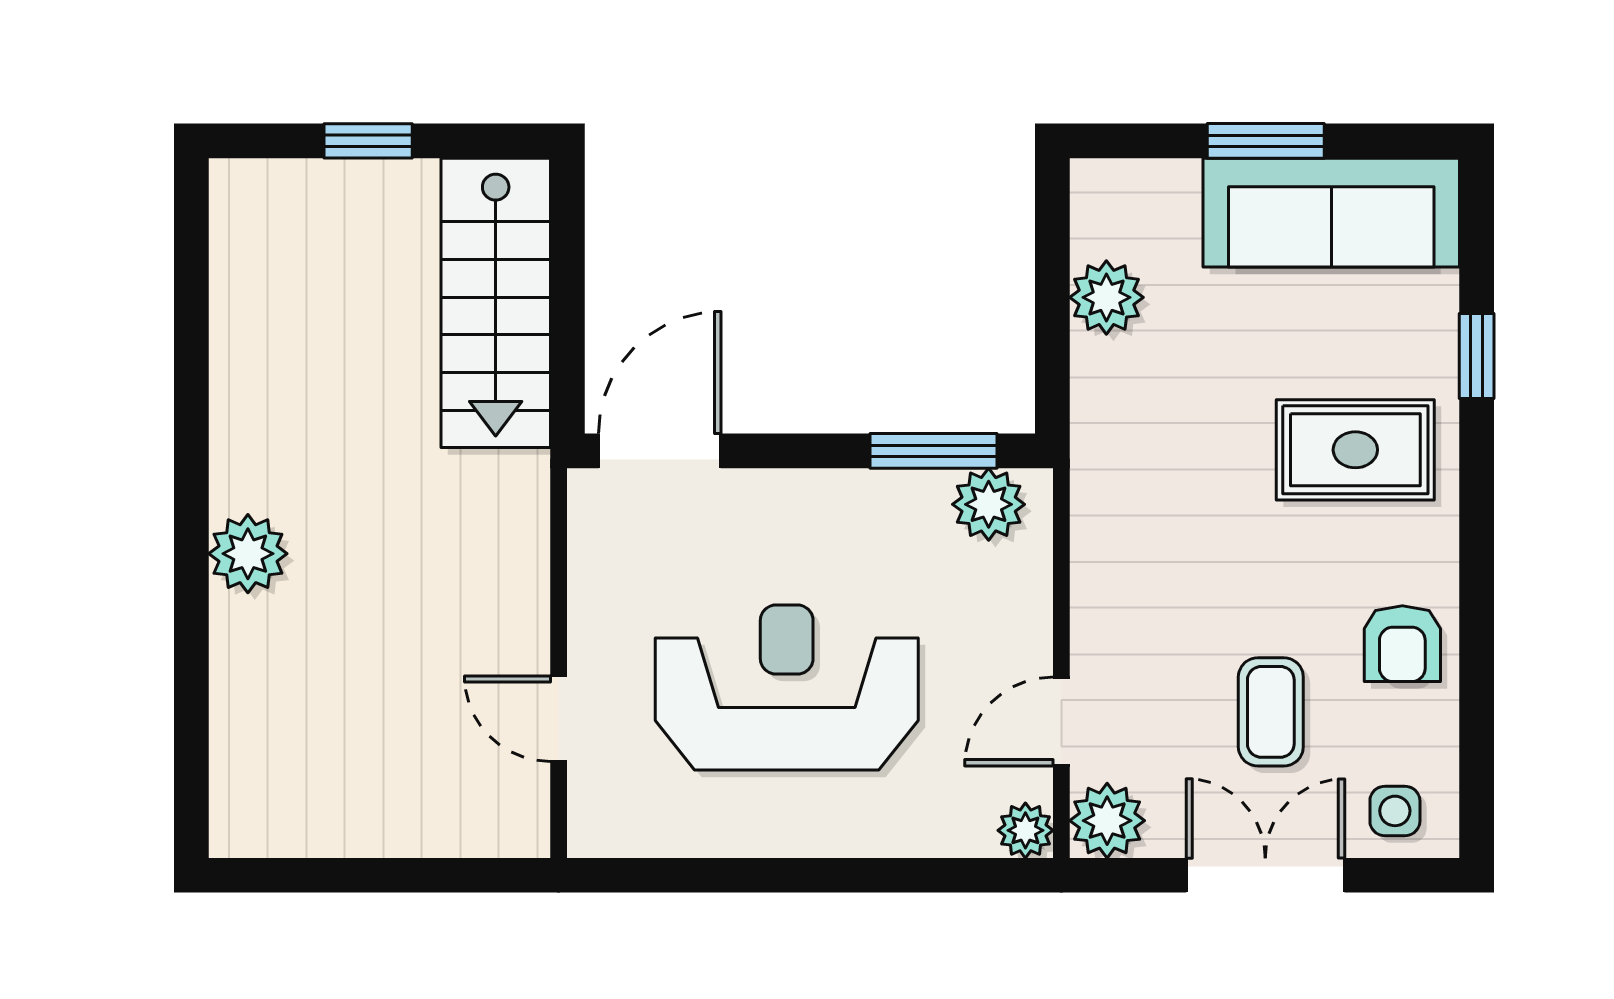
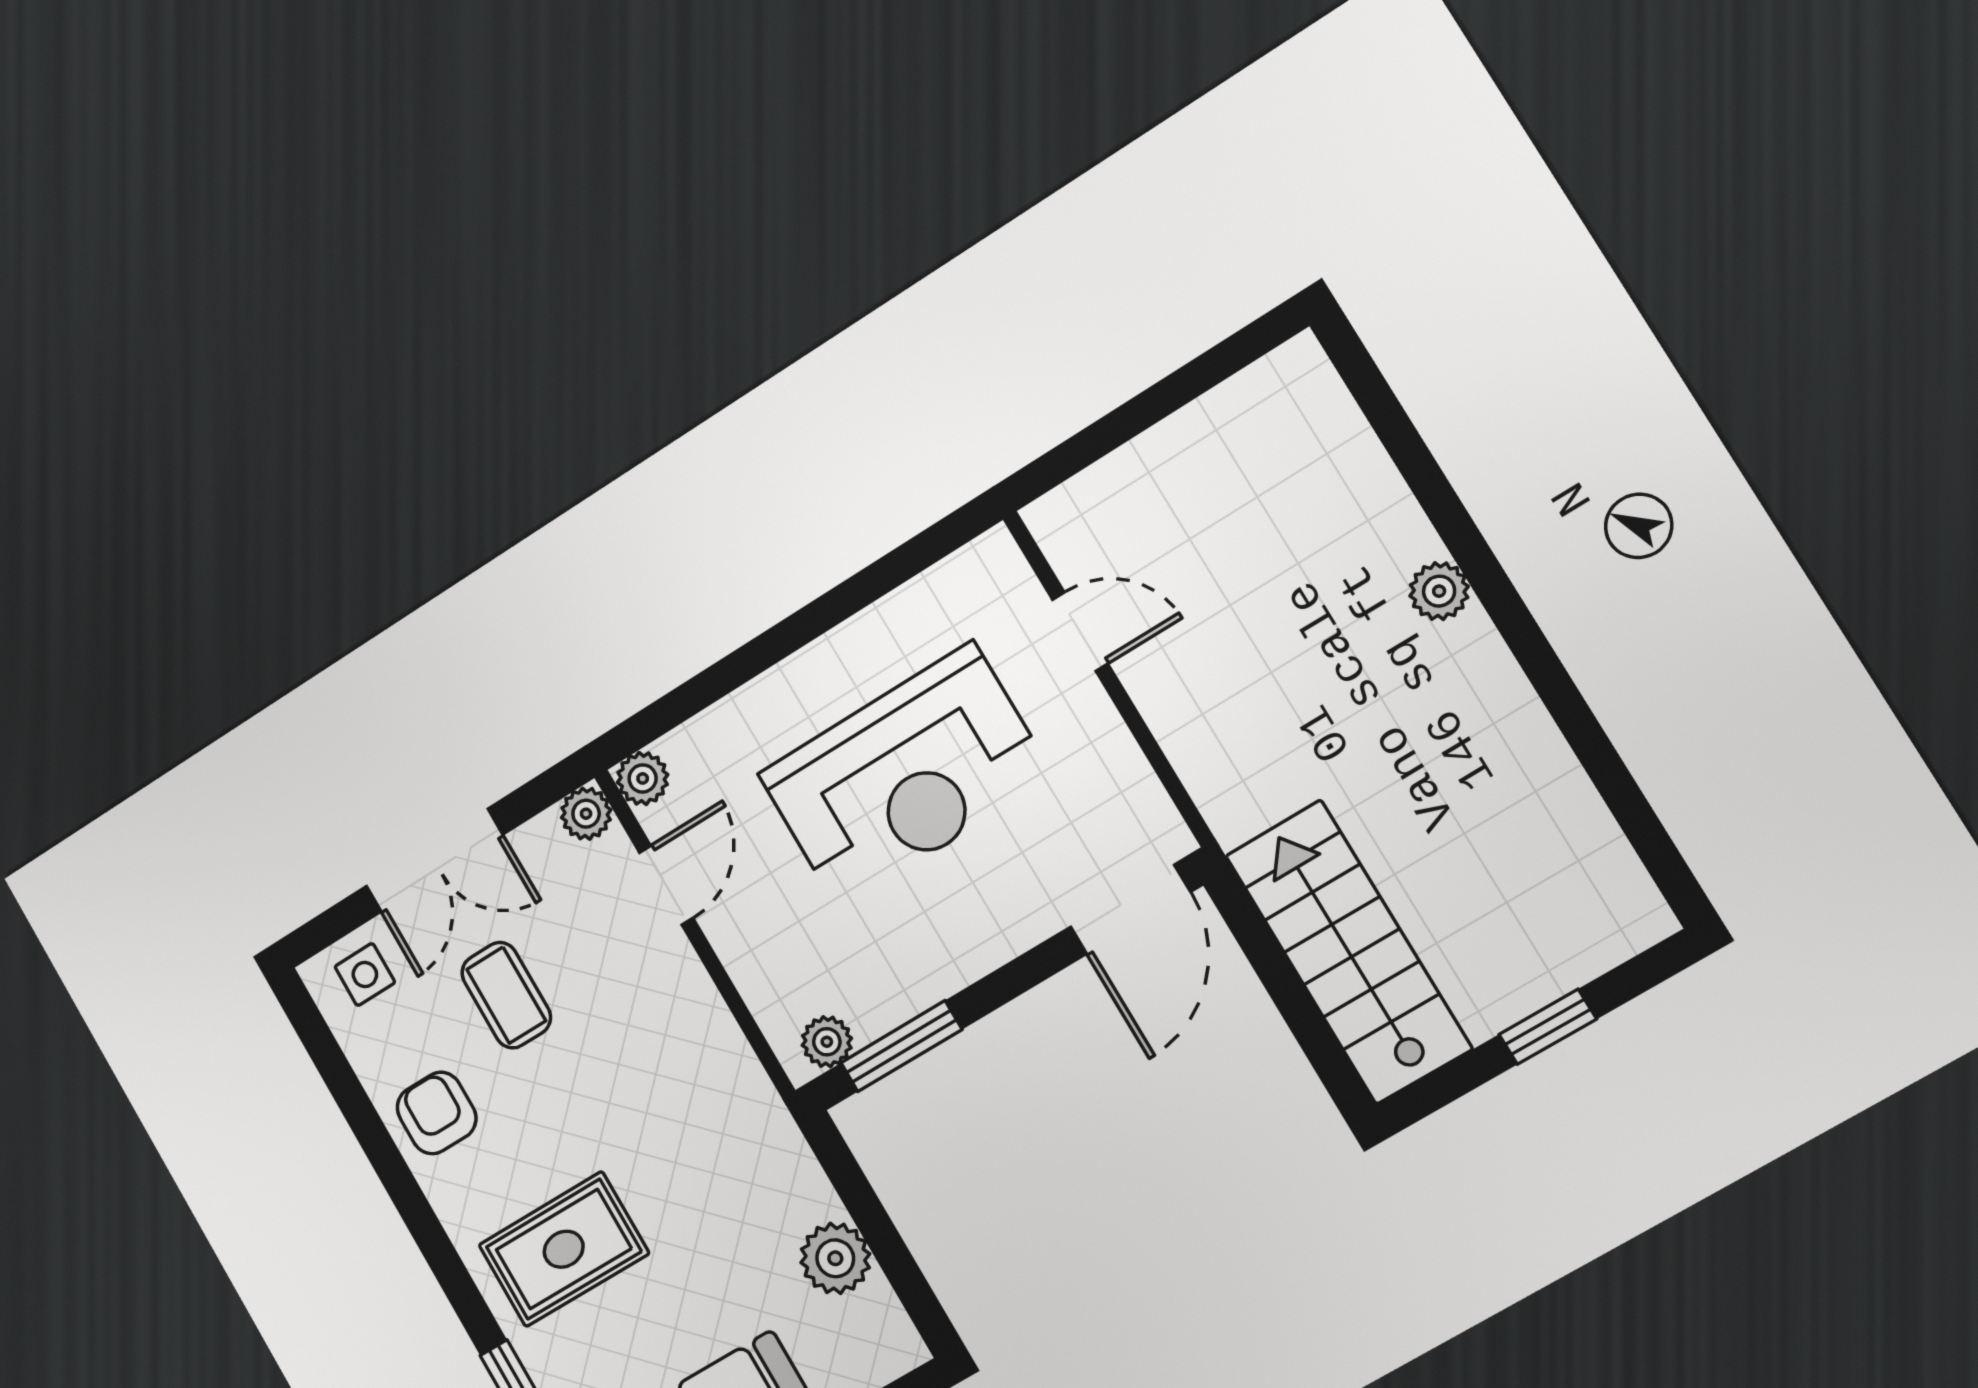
plant: (989, 504) -> (827, 1042), width x0.73, depth x0.73
plant: (248, 554) -> (1439, 591), width x0.73, depth x0.73
plant: (1107, 821) -> (586, 814), width x0.73, depth x0.73

